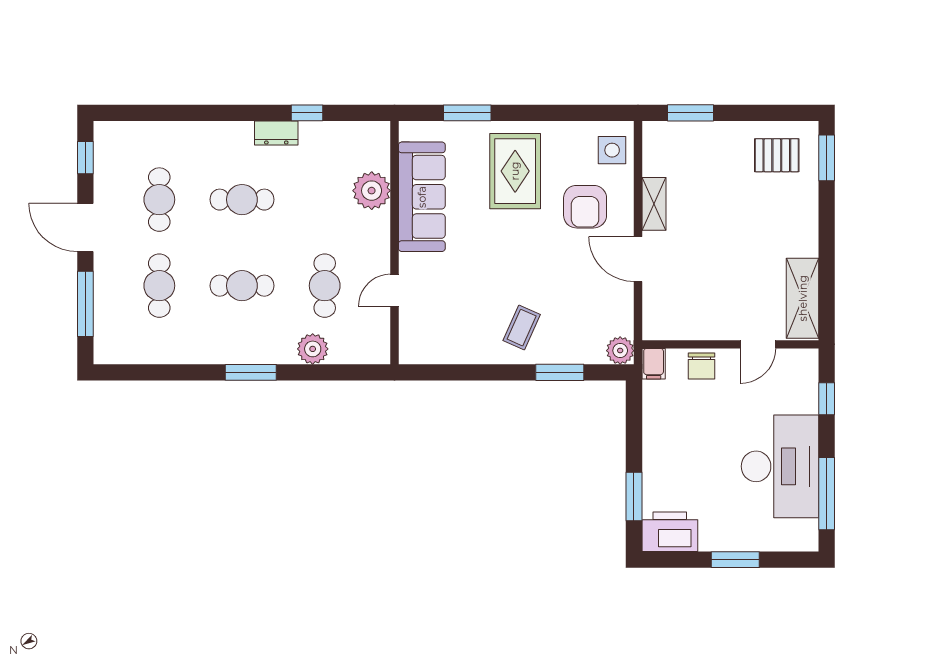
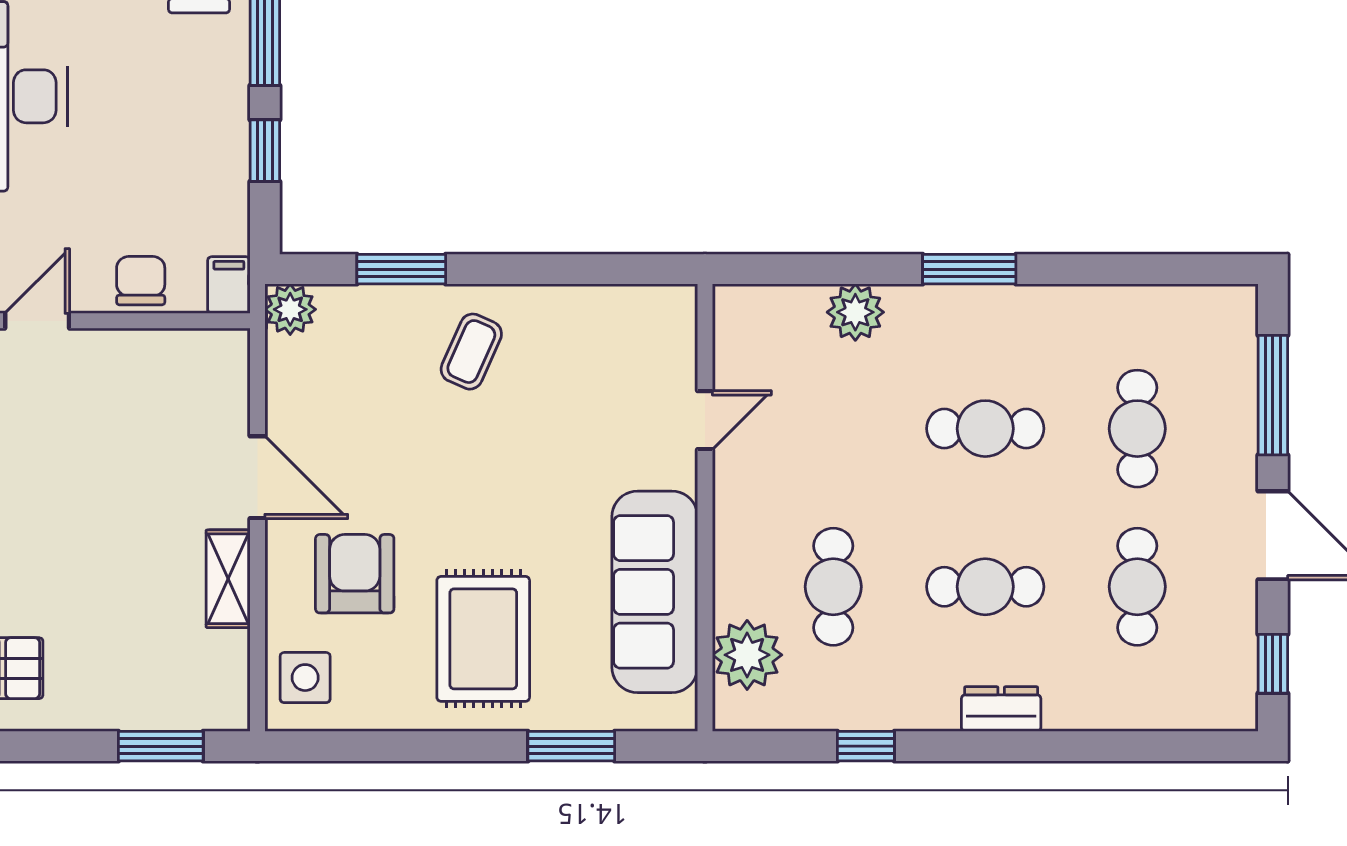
dresser: (276, 133) -> (1001, 709), moved
plant: (372, 191) -> (747, 655), moved
cafe table: (325, 286) -> (833, 587), moved
window: (634, 437) -> (265, 151), added

